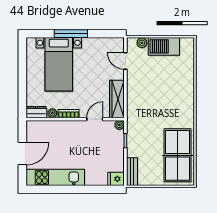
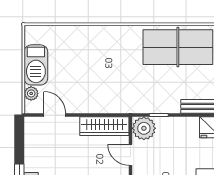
door: (125, 61) -> (55, 115), swing flipped
plant: (119, 125) -> (144, 128), width x1.88, depth x1.88

